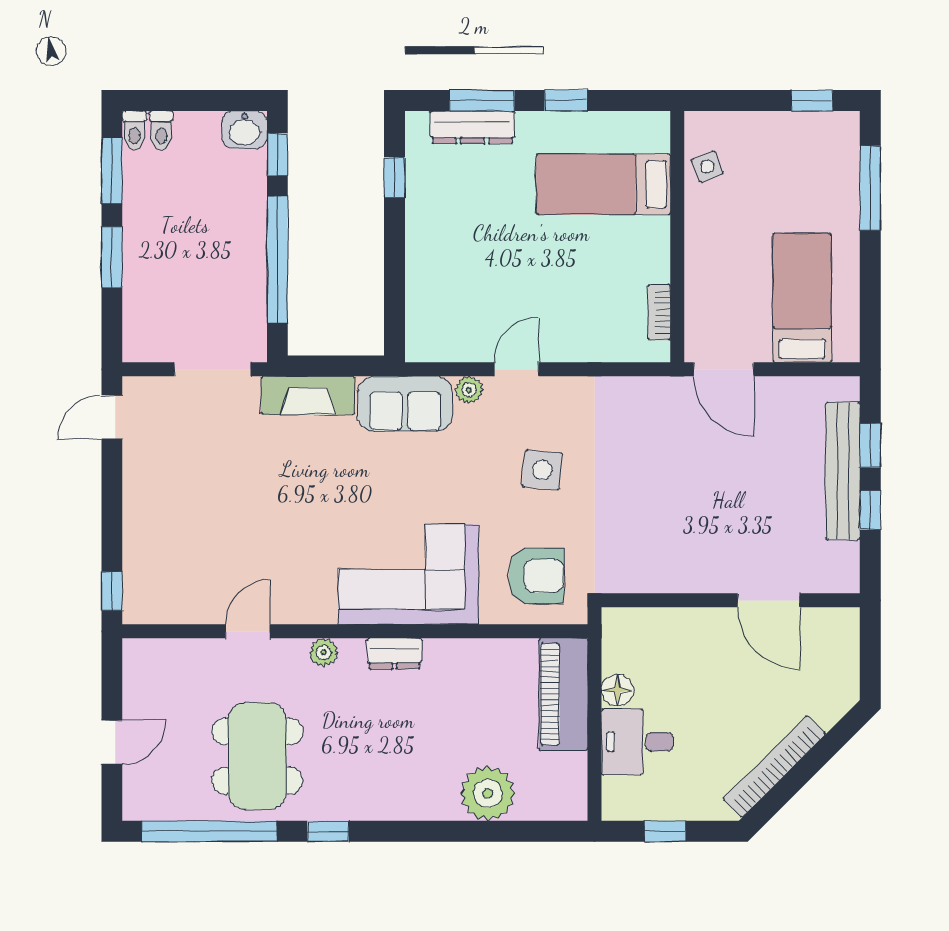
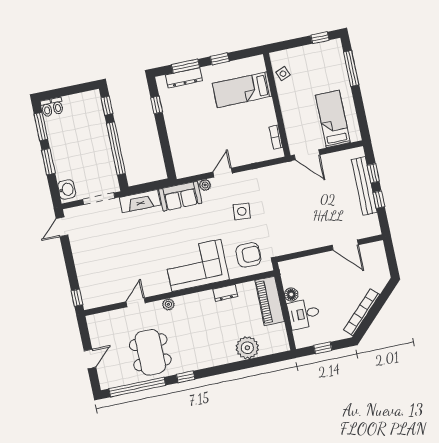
washbasin: (245, 130) -> (67, 189), moved, turned -90
dresser: (395, 654) -> (225, 293), moved

